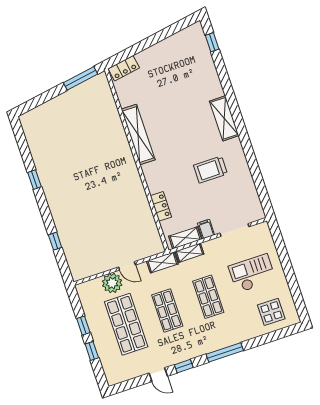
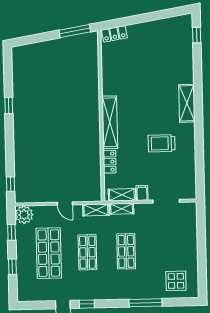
shelving: (138, 134) -> (110, 122), moved
window: (55, 241) -> (11, 184), moved
checkout: (252, 273) -> (170, 243), removed
plant: (112, 283) -> (24, 215), moved
window: (83, 326) -> (12, 232), moved
window: (225, 352) -> (146, 303), moved

